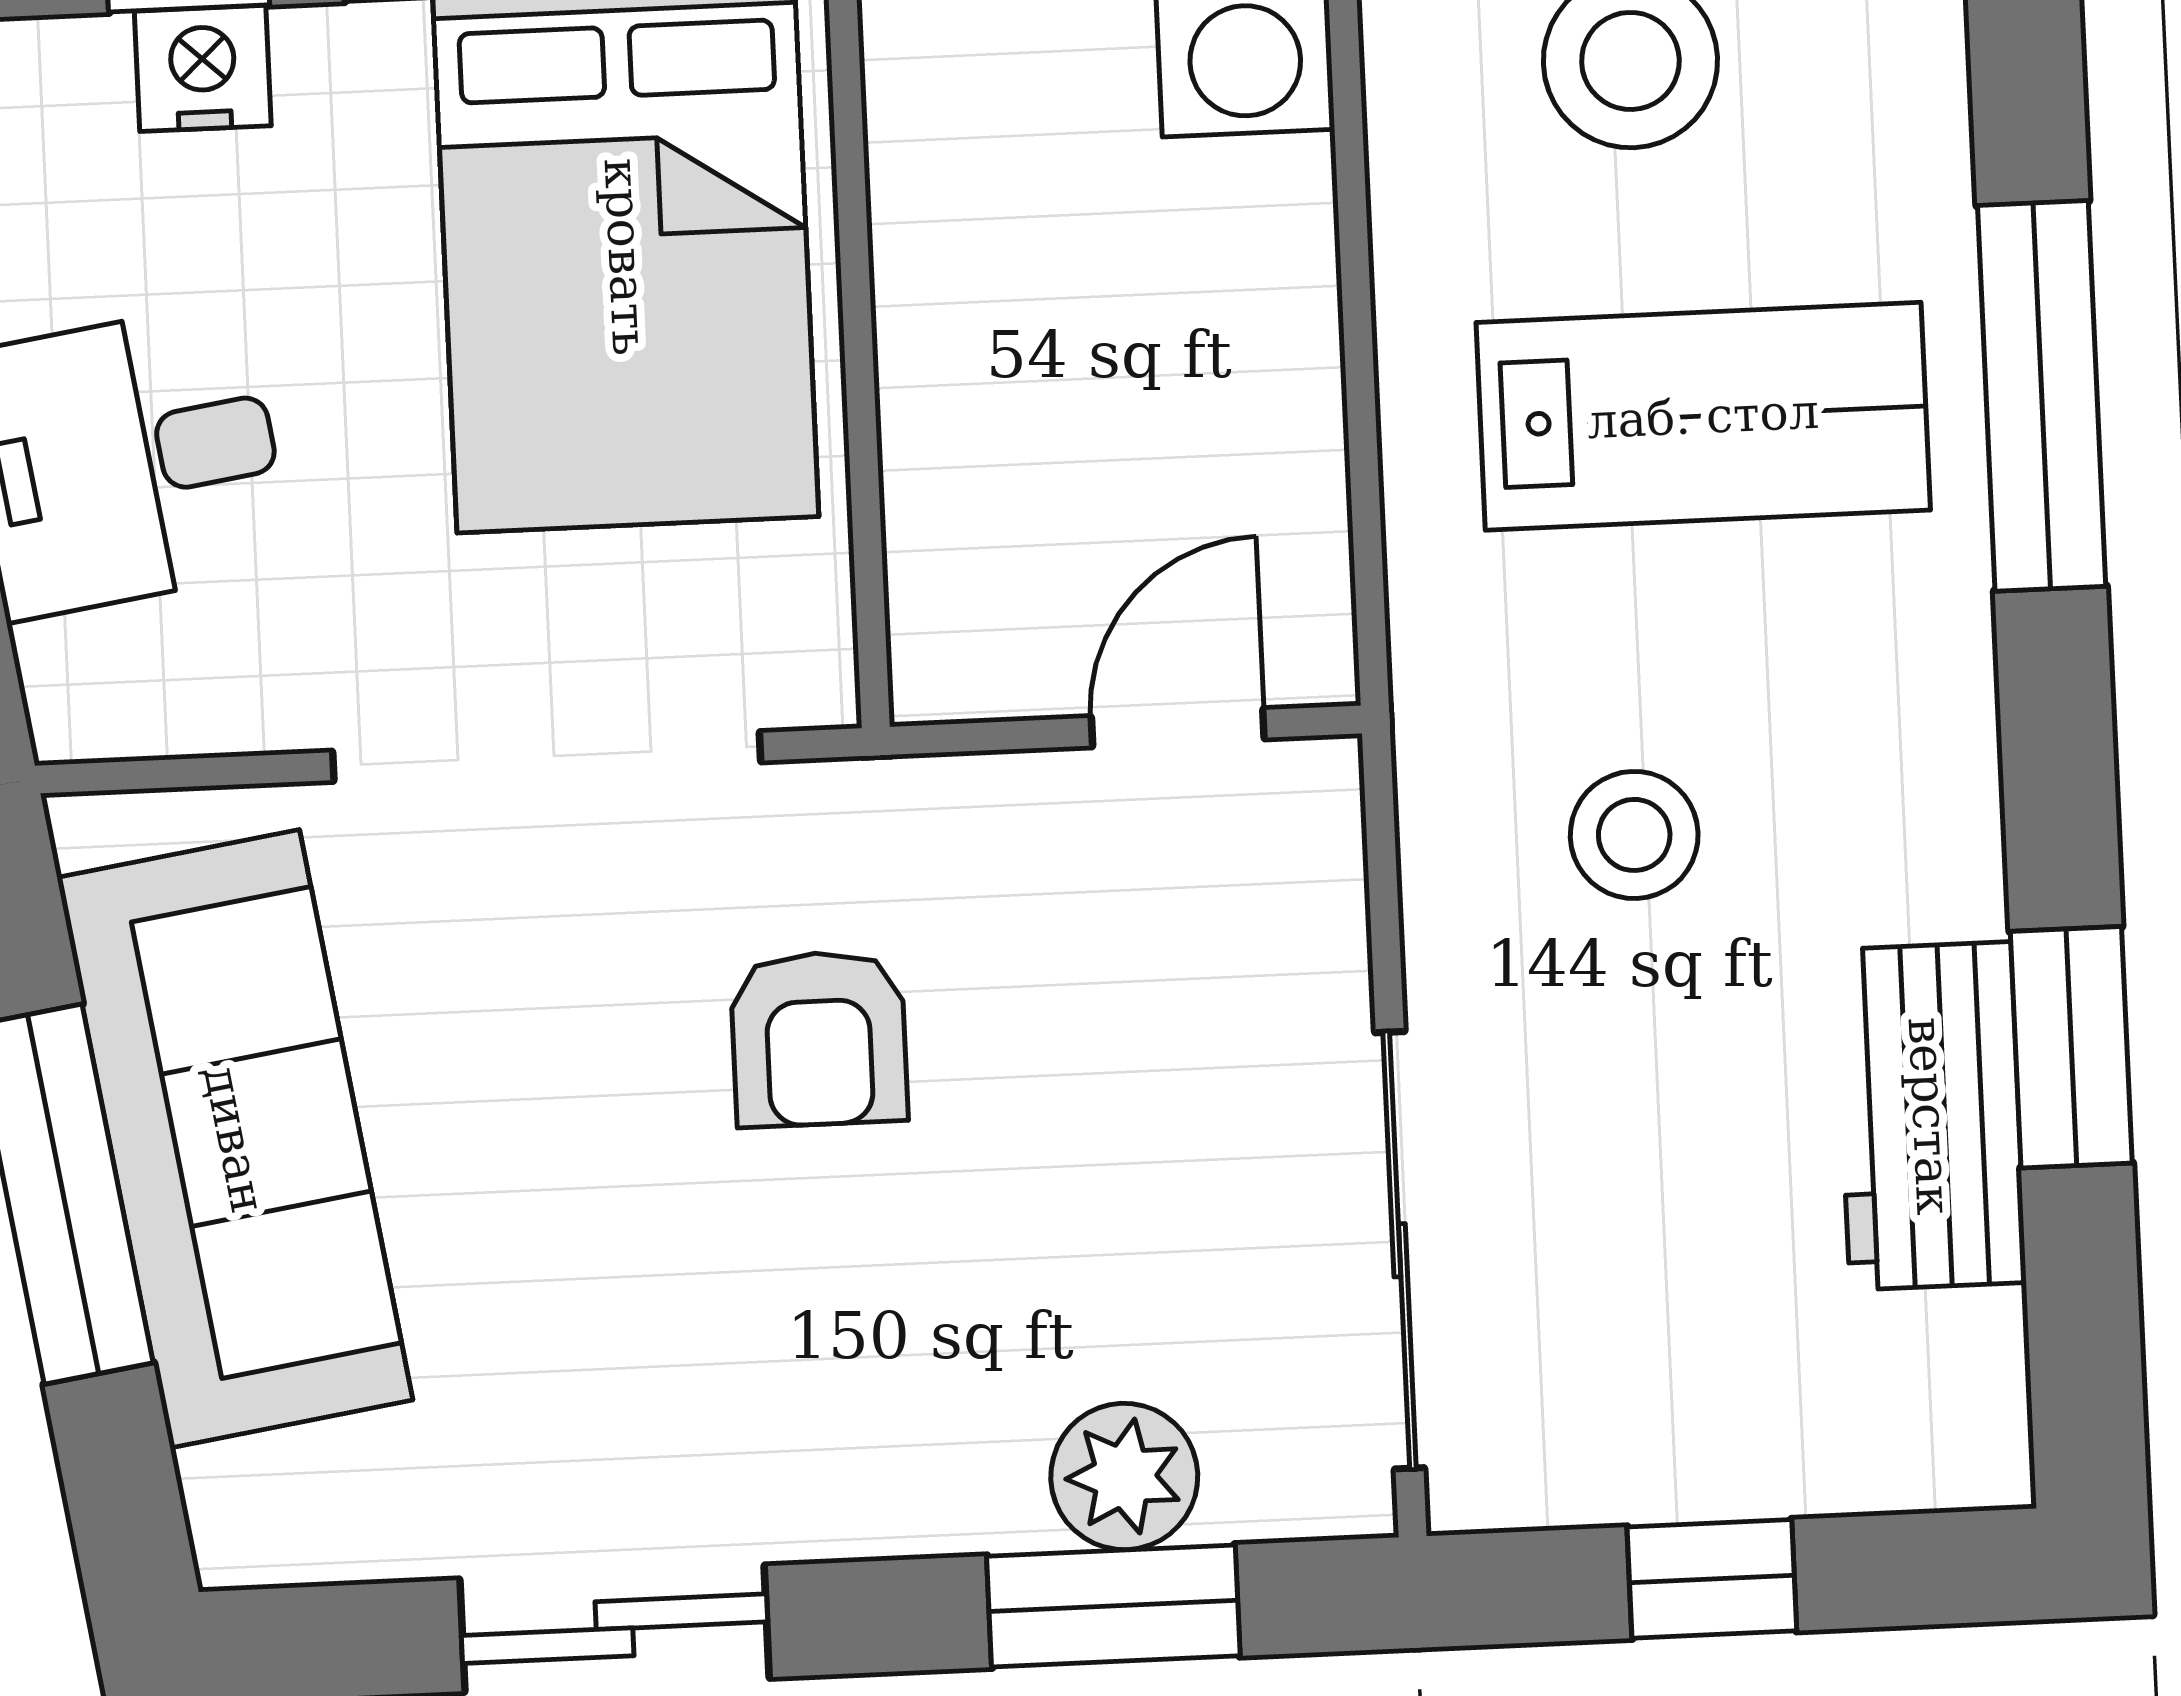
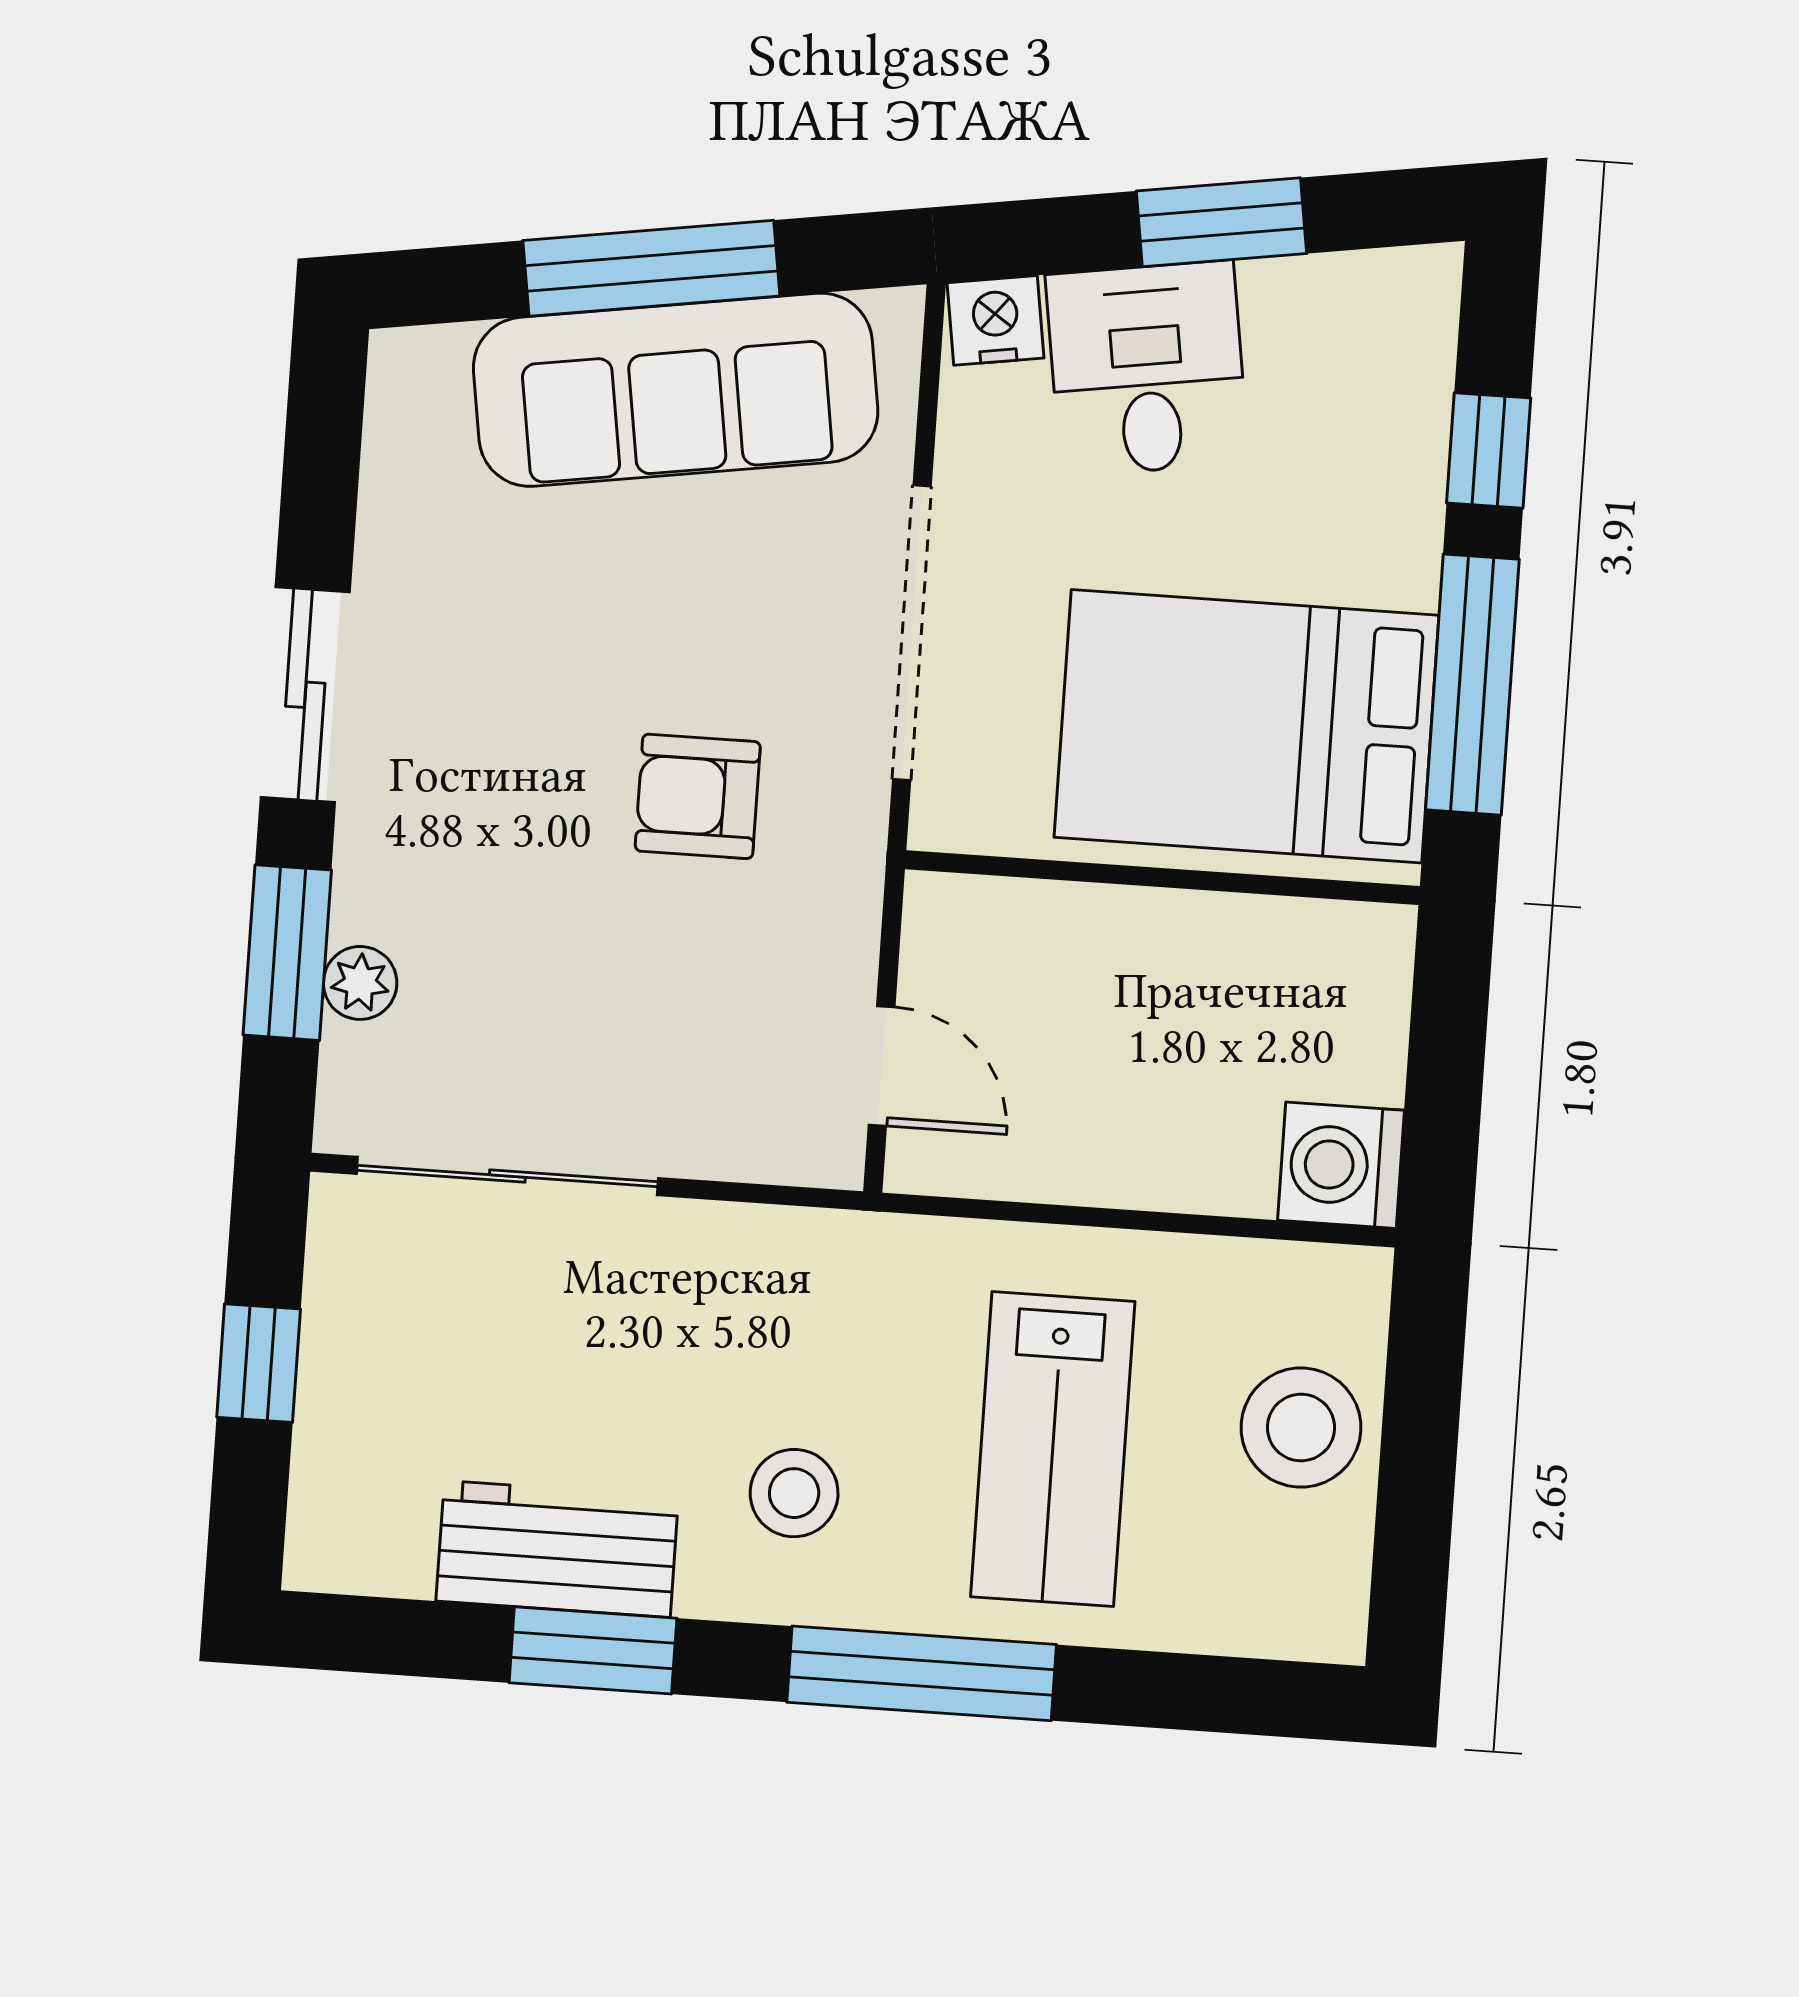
nightstand: (203, 68) -> (996, 320), moved, turned -99
window: (2042, 396) -> (922, 1673), moved
stool: (1634, 835) -> (794, 1493), moved
plant: (1124, 1477) -> (360, 983), width x0.73, depth x0.73
sliding door: (614, 1629) -> (305, 695), moved

